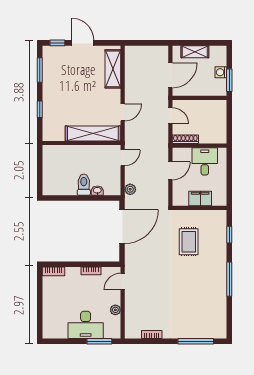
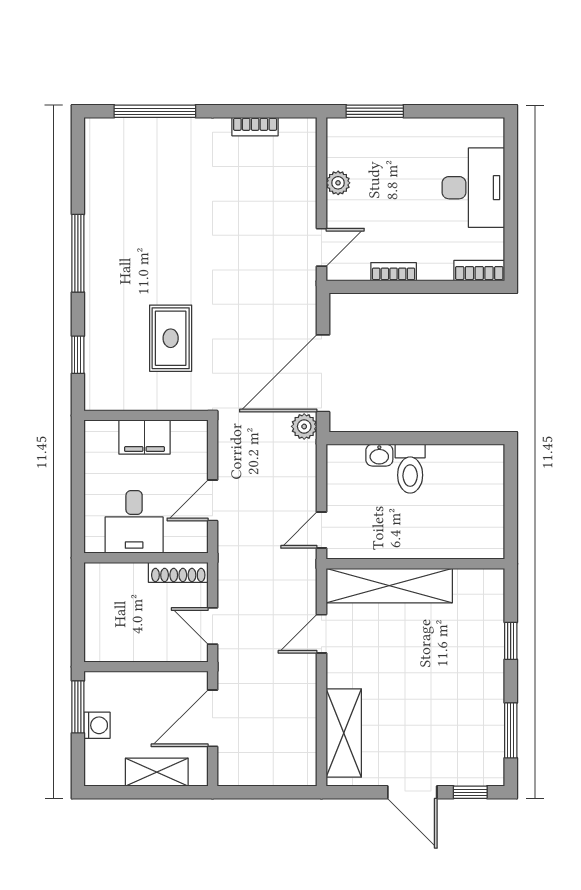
plant: (130, 189) -> (304, 426), moved
desk: (86, 325) -> (473, 188), moved, turned 90

